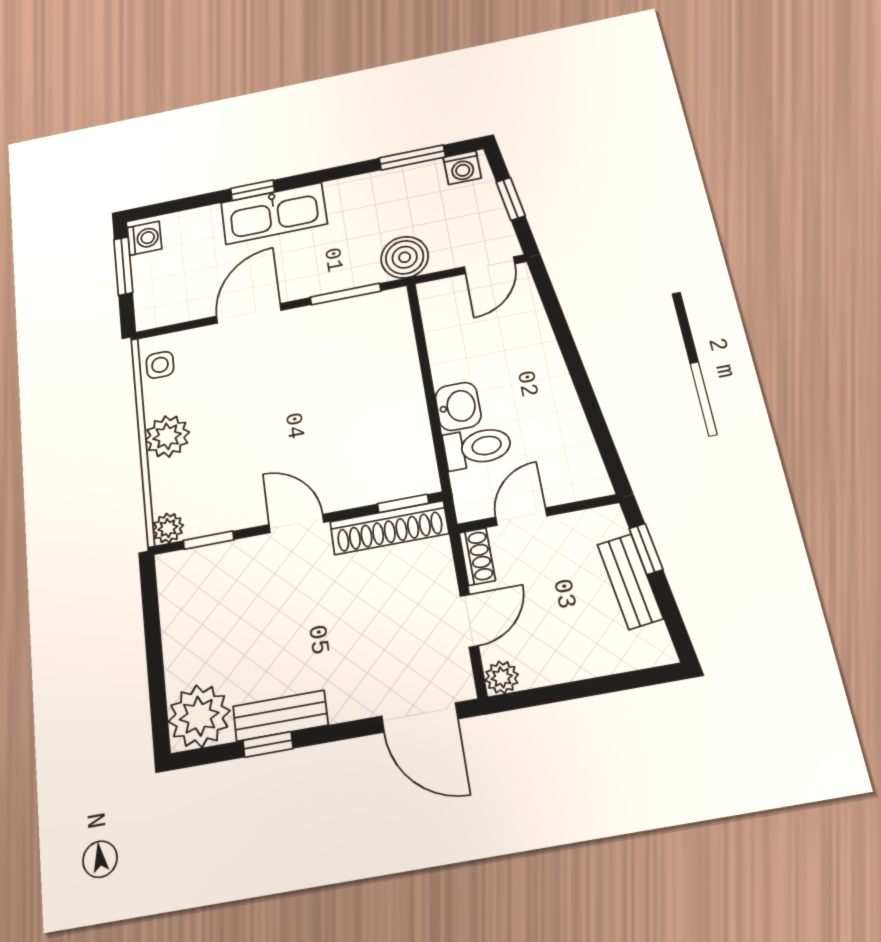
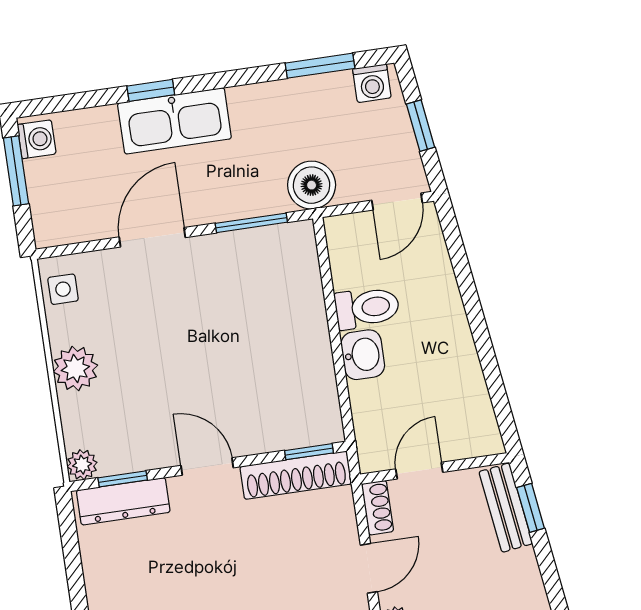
toilet: (477, 447) -> (367, 308), moved
dresser: (208, 562) -> (123, 501), added
bench: (630, 581) -> (506, 508), moved

